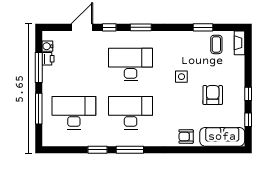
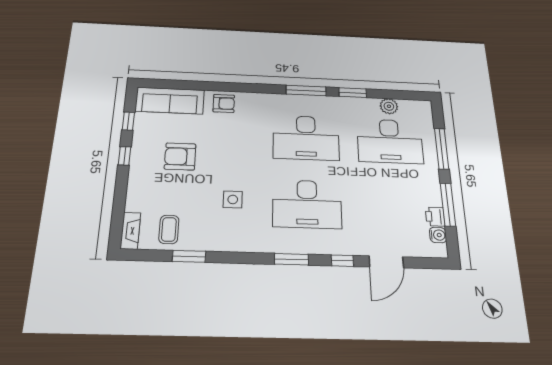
side table: (181, 77) -> (233, 199), moved
armchair: (213, 95) -> (180, 156), turned 90
plant: (73, 140) -> (389, 106), added

